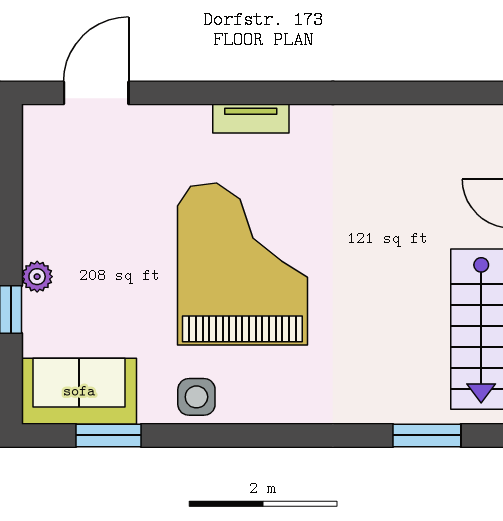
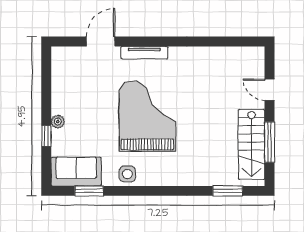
door: (96, 93) -> (101, 41), moved
tv unit: (251, 119) -> (144, 53), width x1.41

